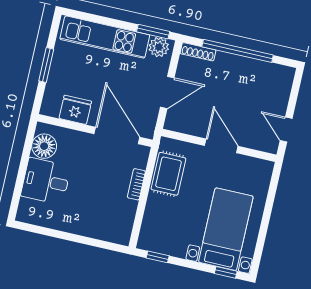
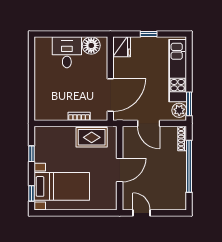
window: (46, 65) -> (149, 34), width x0.67
fridge: (75, 110) -> (122, 47), moved
door: (286, 130) -> (142, 213), hinge flipped
window: (158, 257) -> (32, 154), moved

